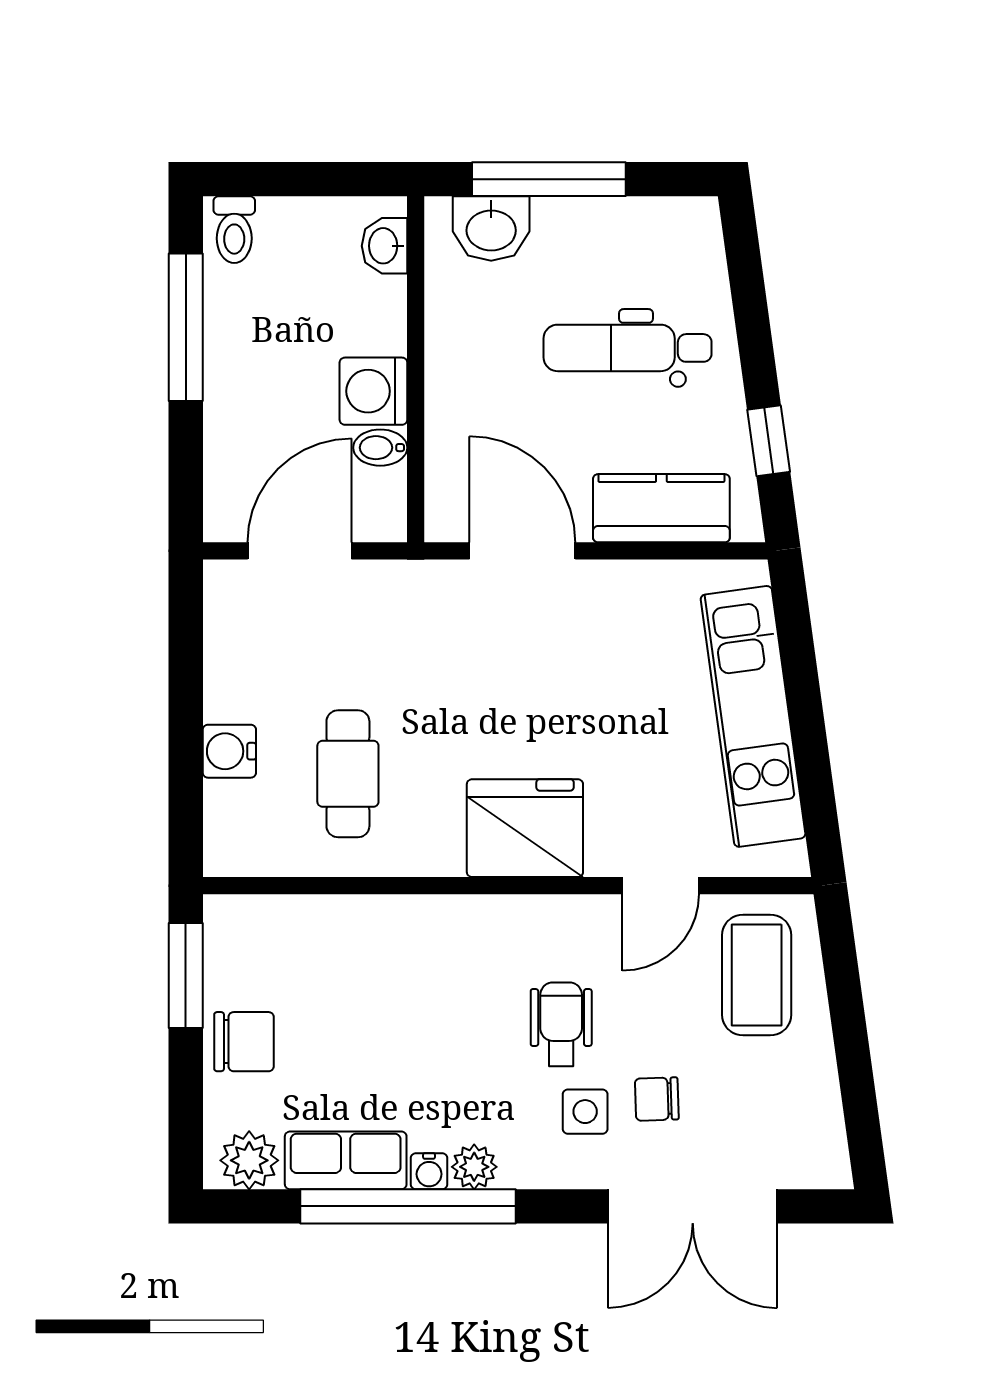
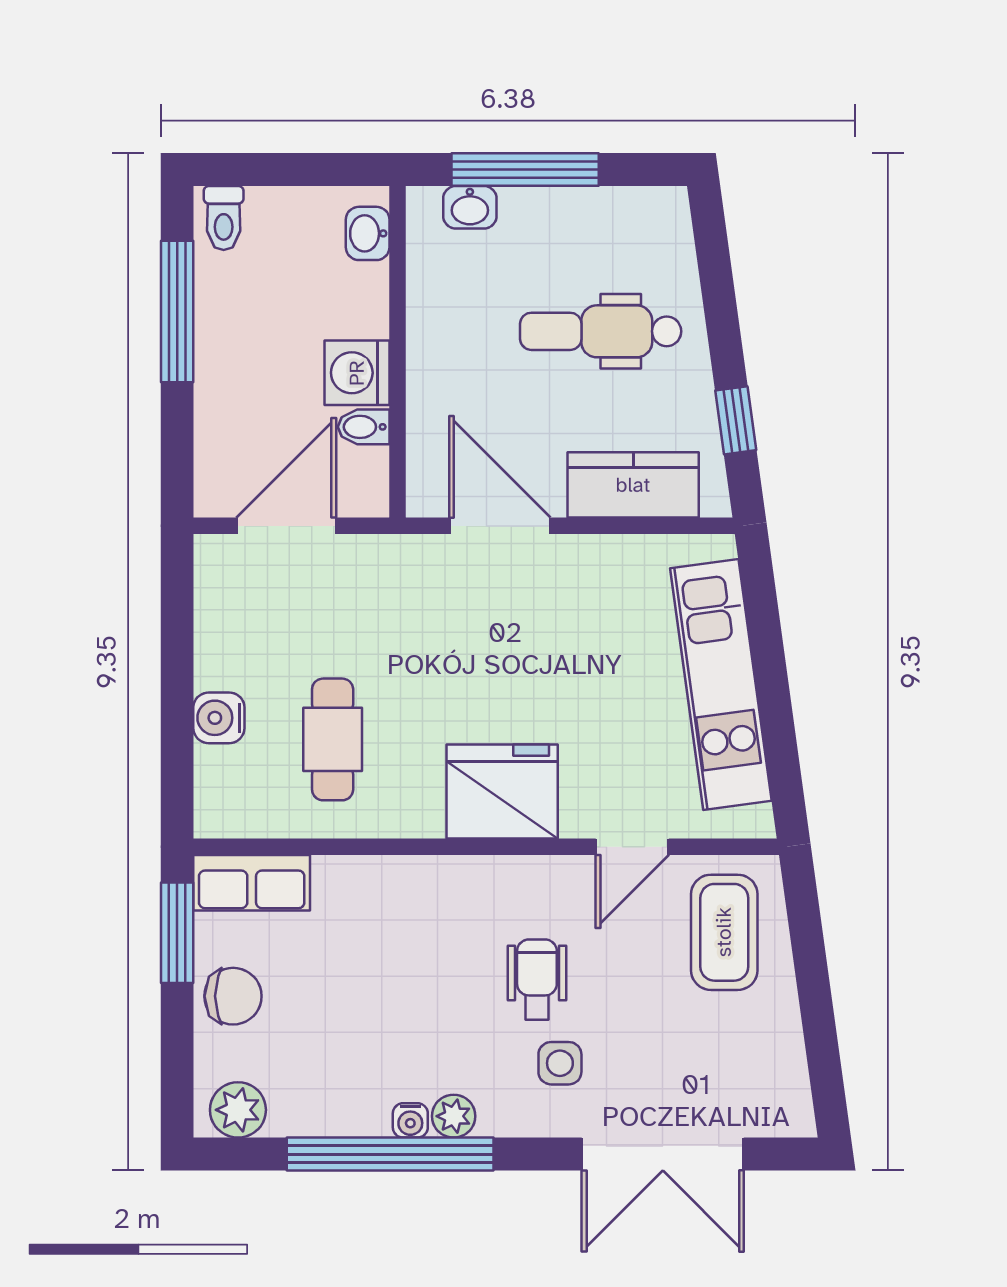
washbasin: (491, 229) -> (470, 207), width x0.72, depth x0.69
chair: (657, 1099) -> (629, 1051), removed
row of seats: (346, 1160) -> (252, 883), moved, turned 180

